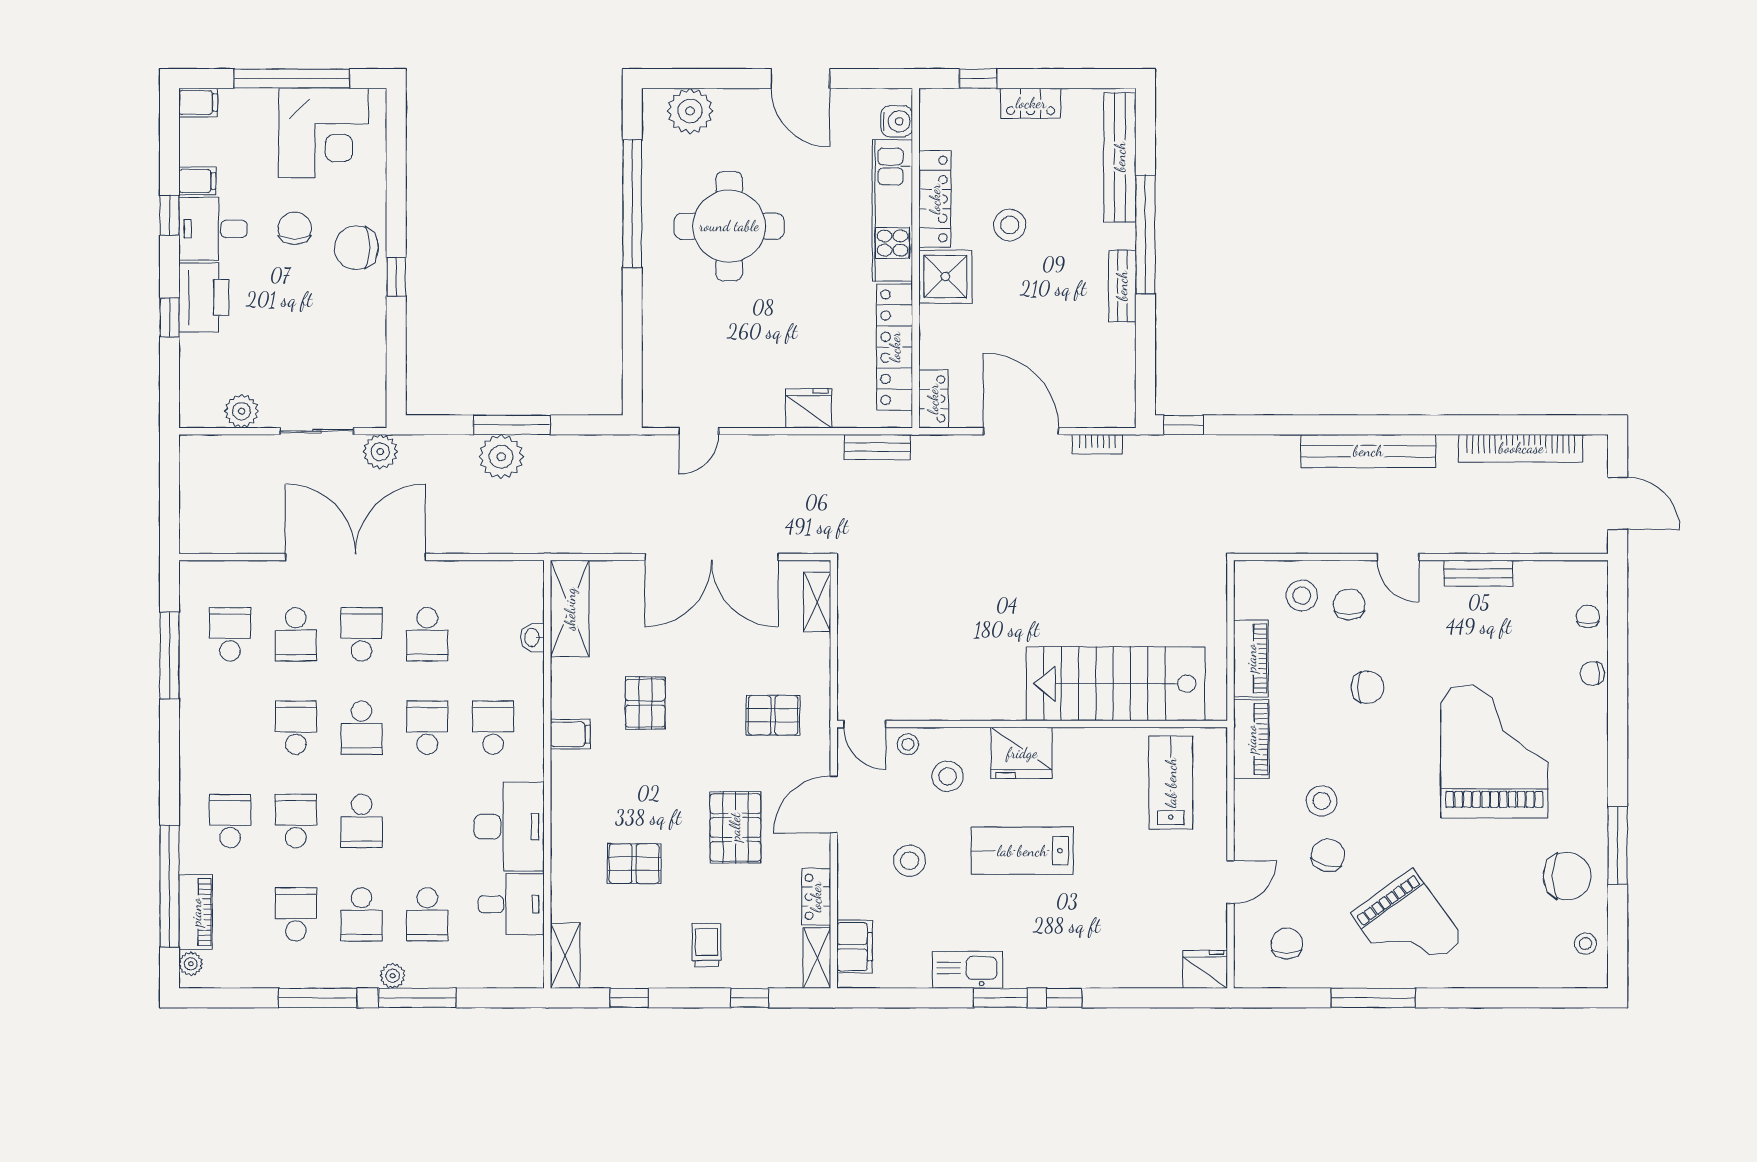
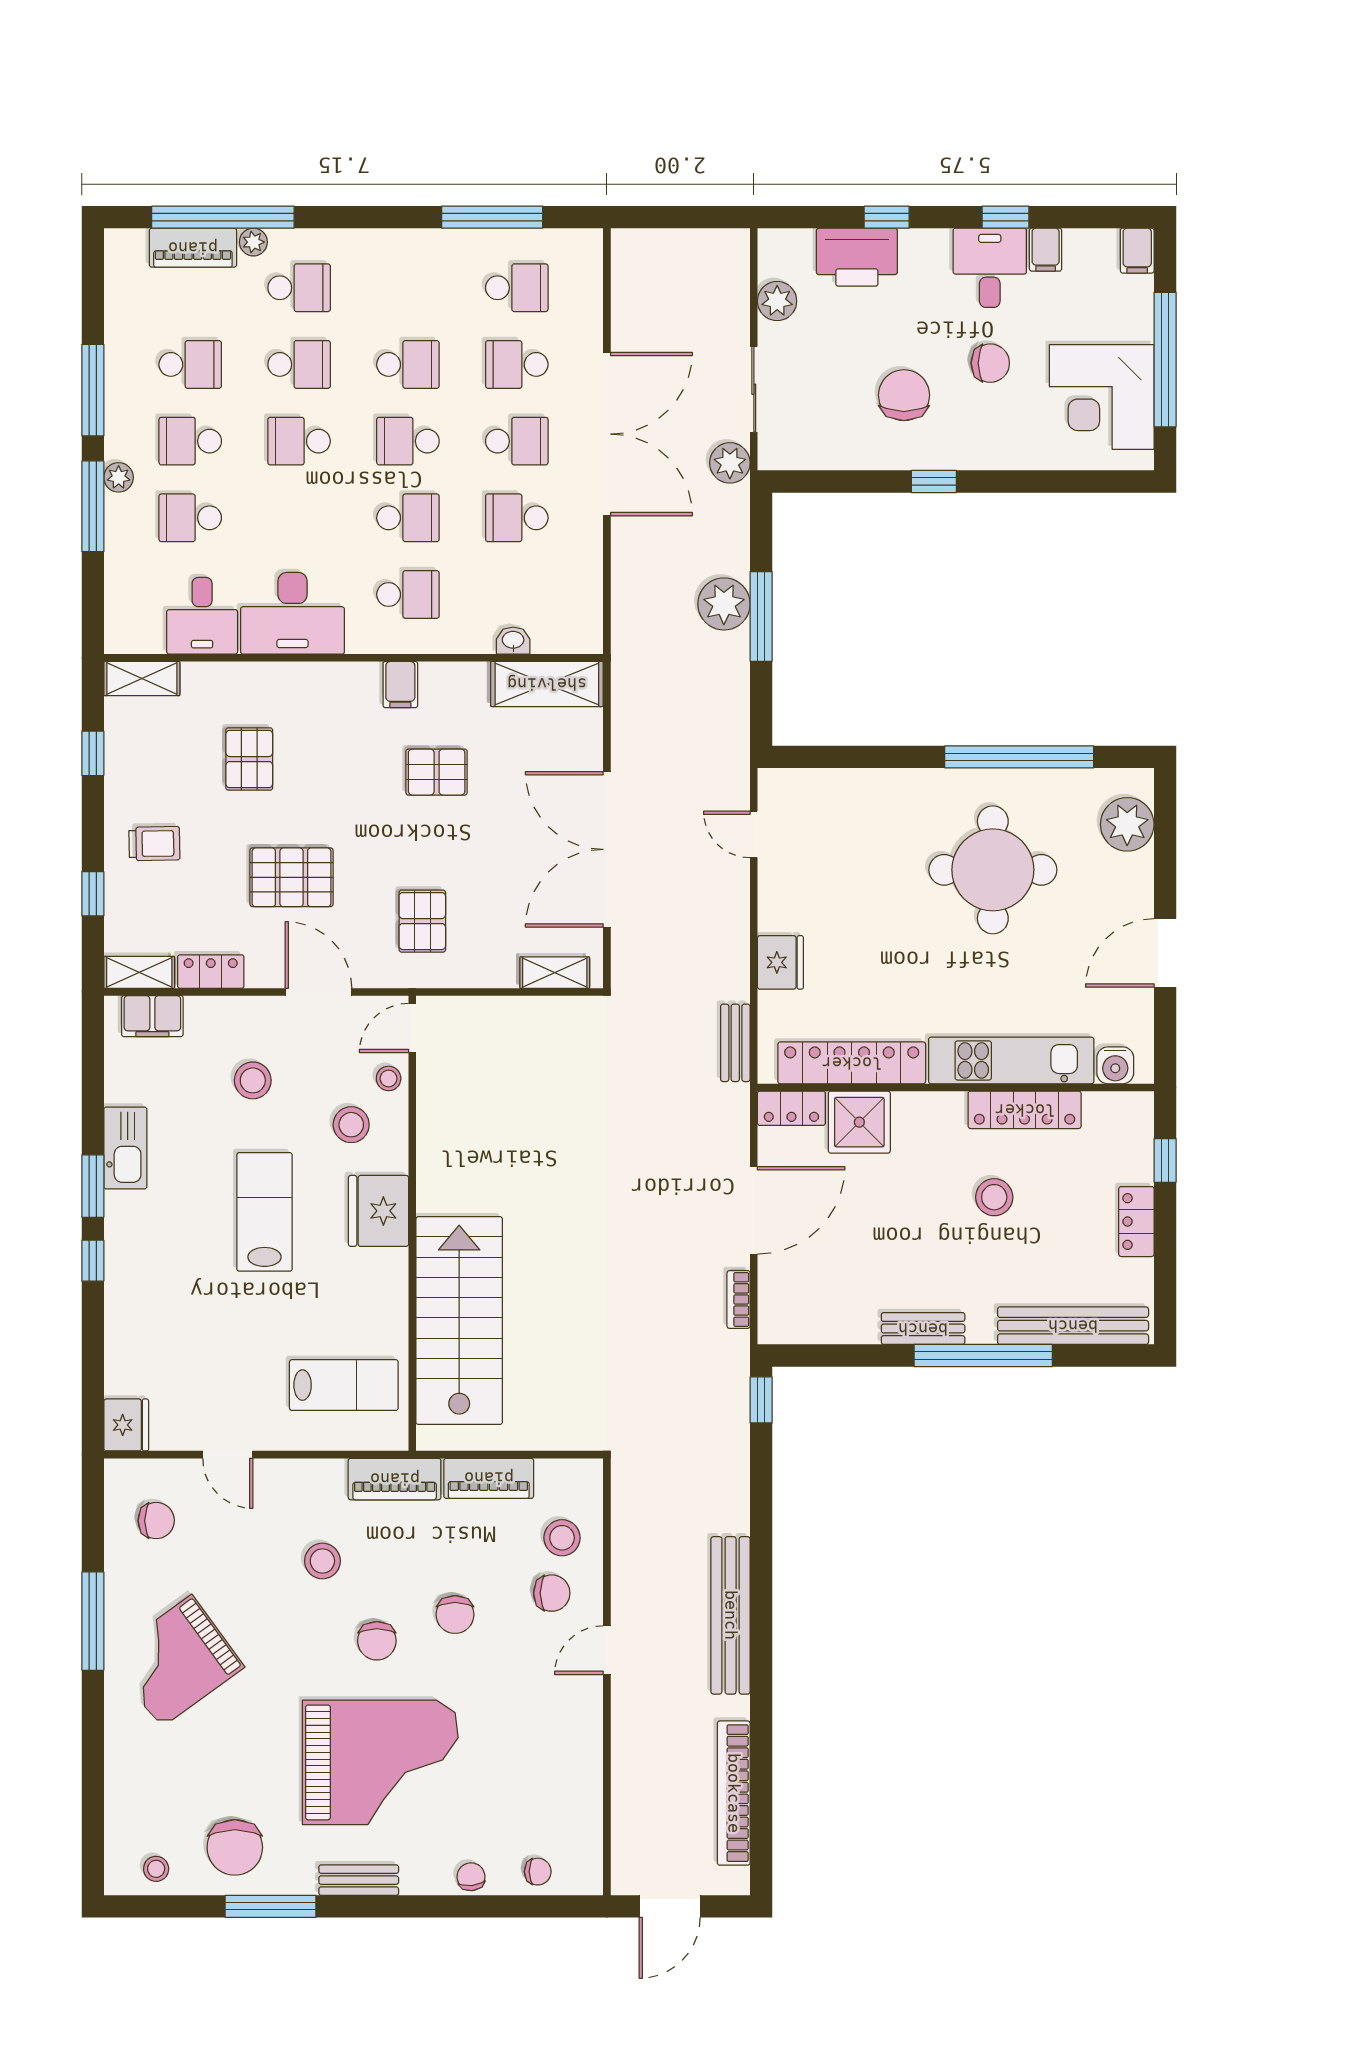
chair: (356, 248) -> (904, 395), moved
shower: (945, 277) -> (859, 1122), moved
printer: (204, 298) -> (857, 257), moved
bench: (1478, 573) -> (359, 1880), moved, turned 90
chair: (1328, 855) -> (377, 1641), moved, turned 75
plant: (191, 964) -> (253, 242), moved

